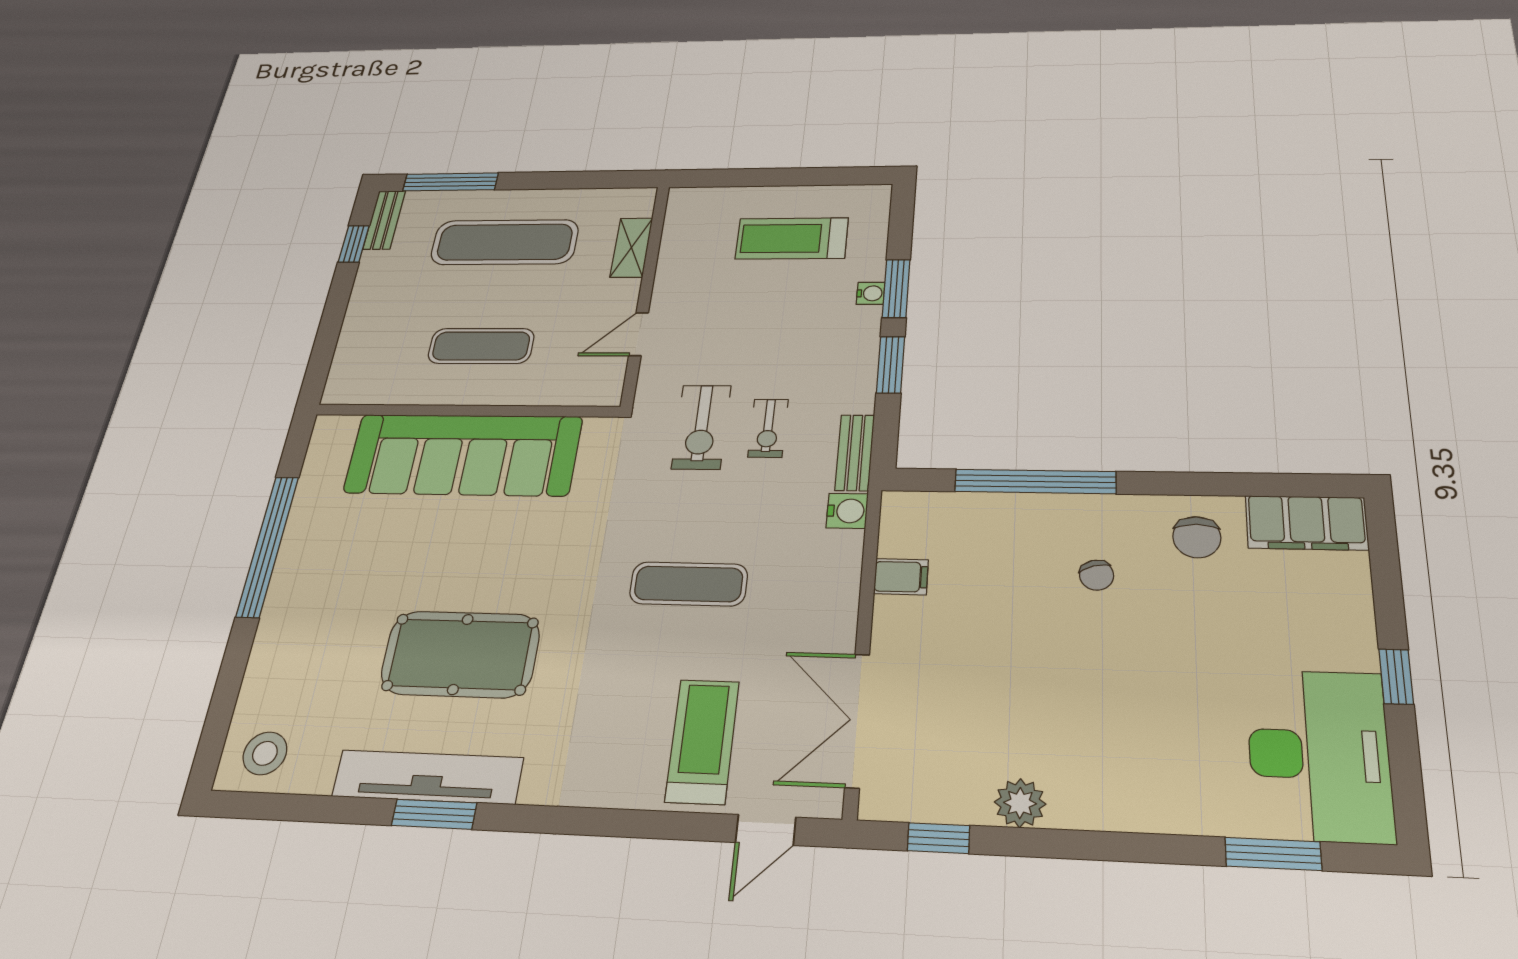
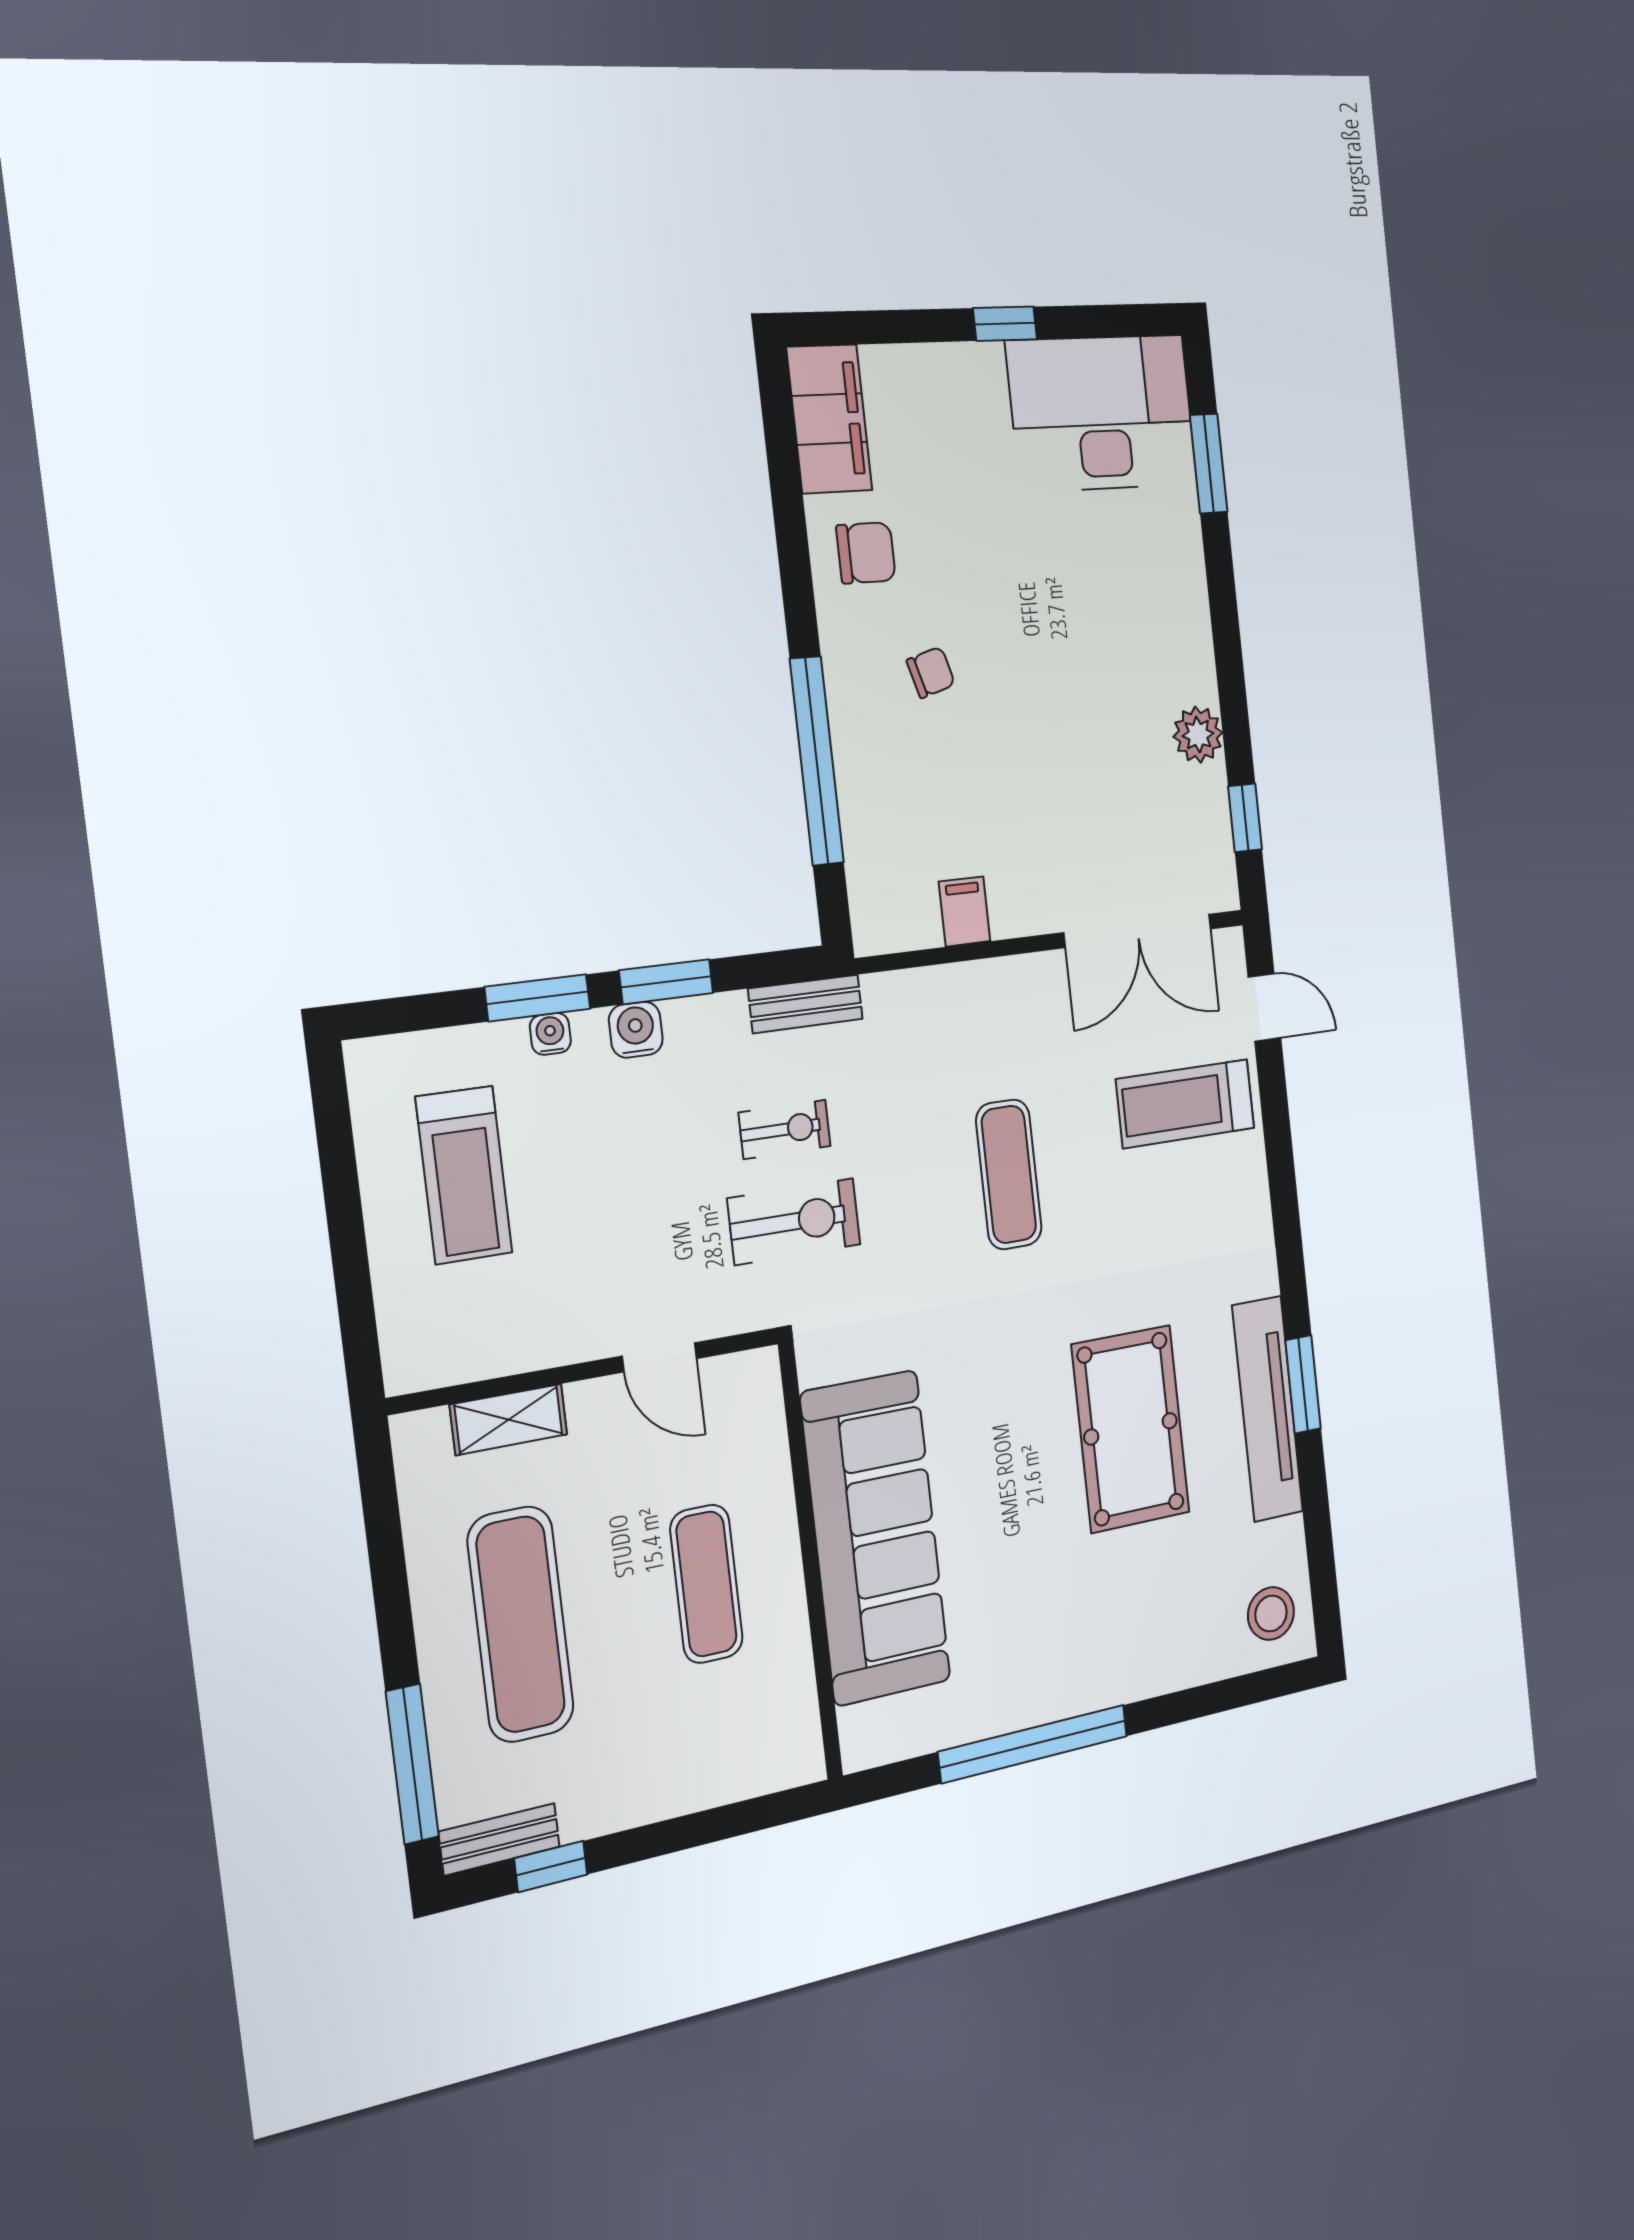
water cooler: (847, 511) -> (636, 1030), moved

